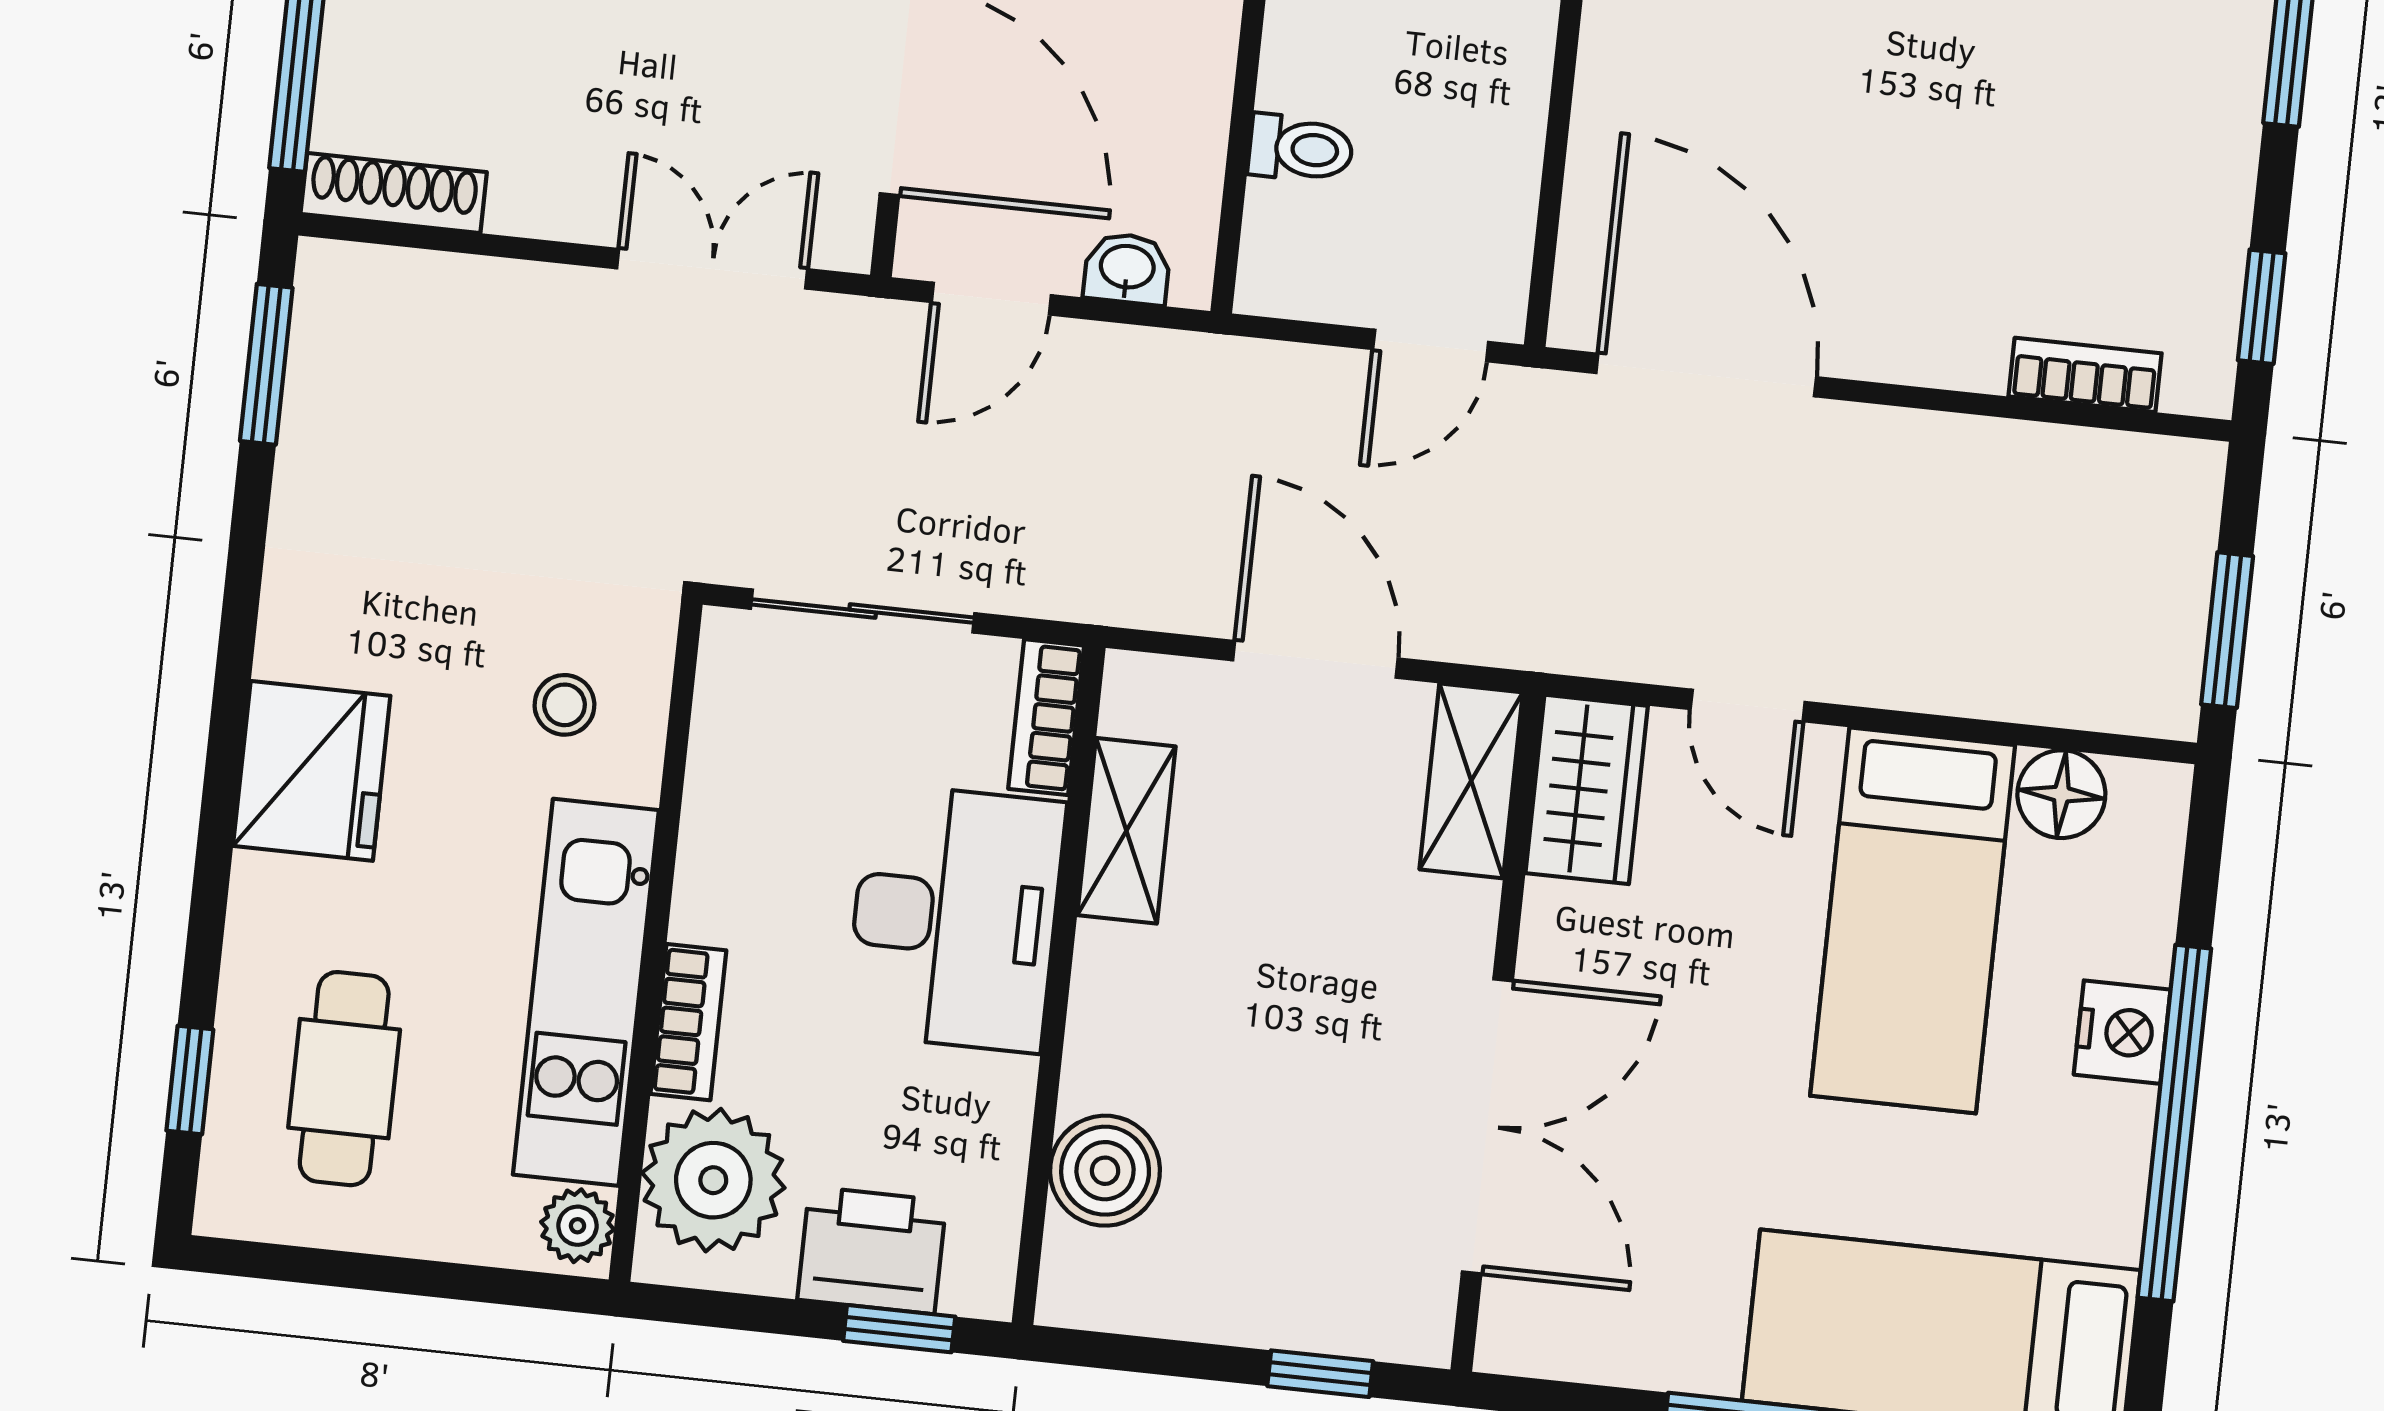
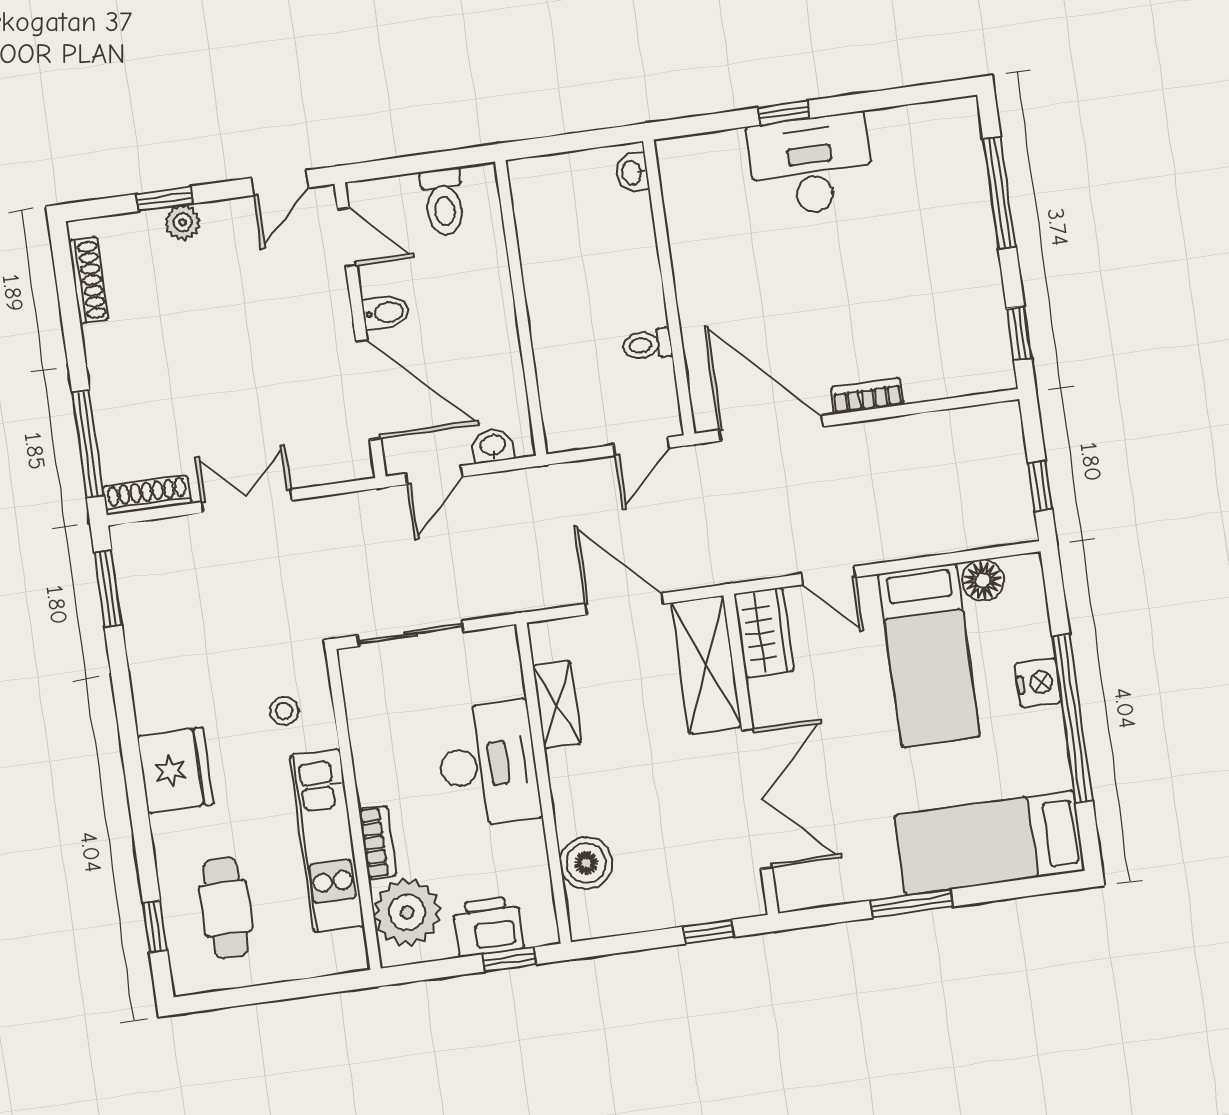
toilet: (1301, 149) -> (647, 345), moved, turned 180
double door: (712, 269) -> (247, 501), moved
bookcase: (2085, 375) -> (867, 396), moved
window: (2227, 630) -> (1040, 486), width x0.67
bookcase: (1046, 717) -> (507, 661), removed
shelving: (1471, 781) -> (706, 665), width x1.50, depth x1.33
plant: (578, 1226) -> (350, 949), removed

